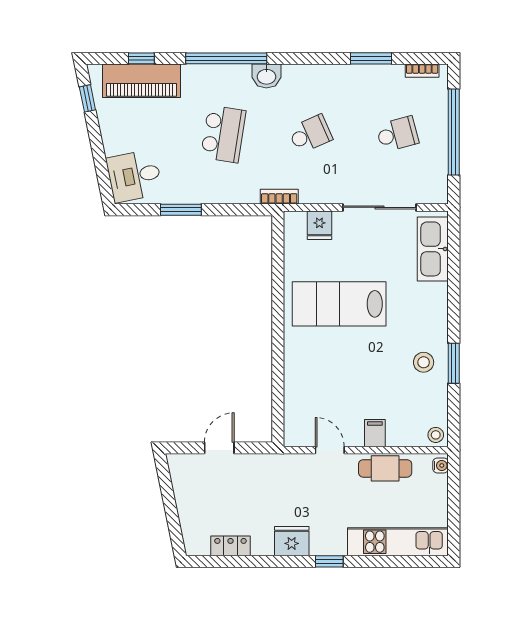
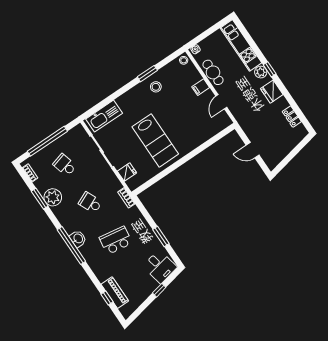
window: (226, 58) -> (71, 245), moved
piano: (142, 81) -> (115, 293), width x0.73, depth x0.75
plant: (359, 81) -> (53, 197), added
window: (87, 98) -> (159, 290), moved
plant: (334, 544) -> (261, 72), added

